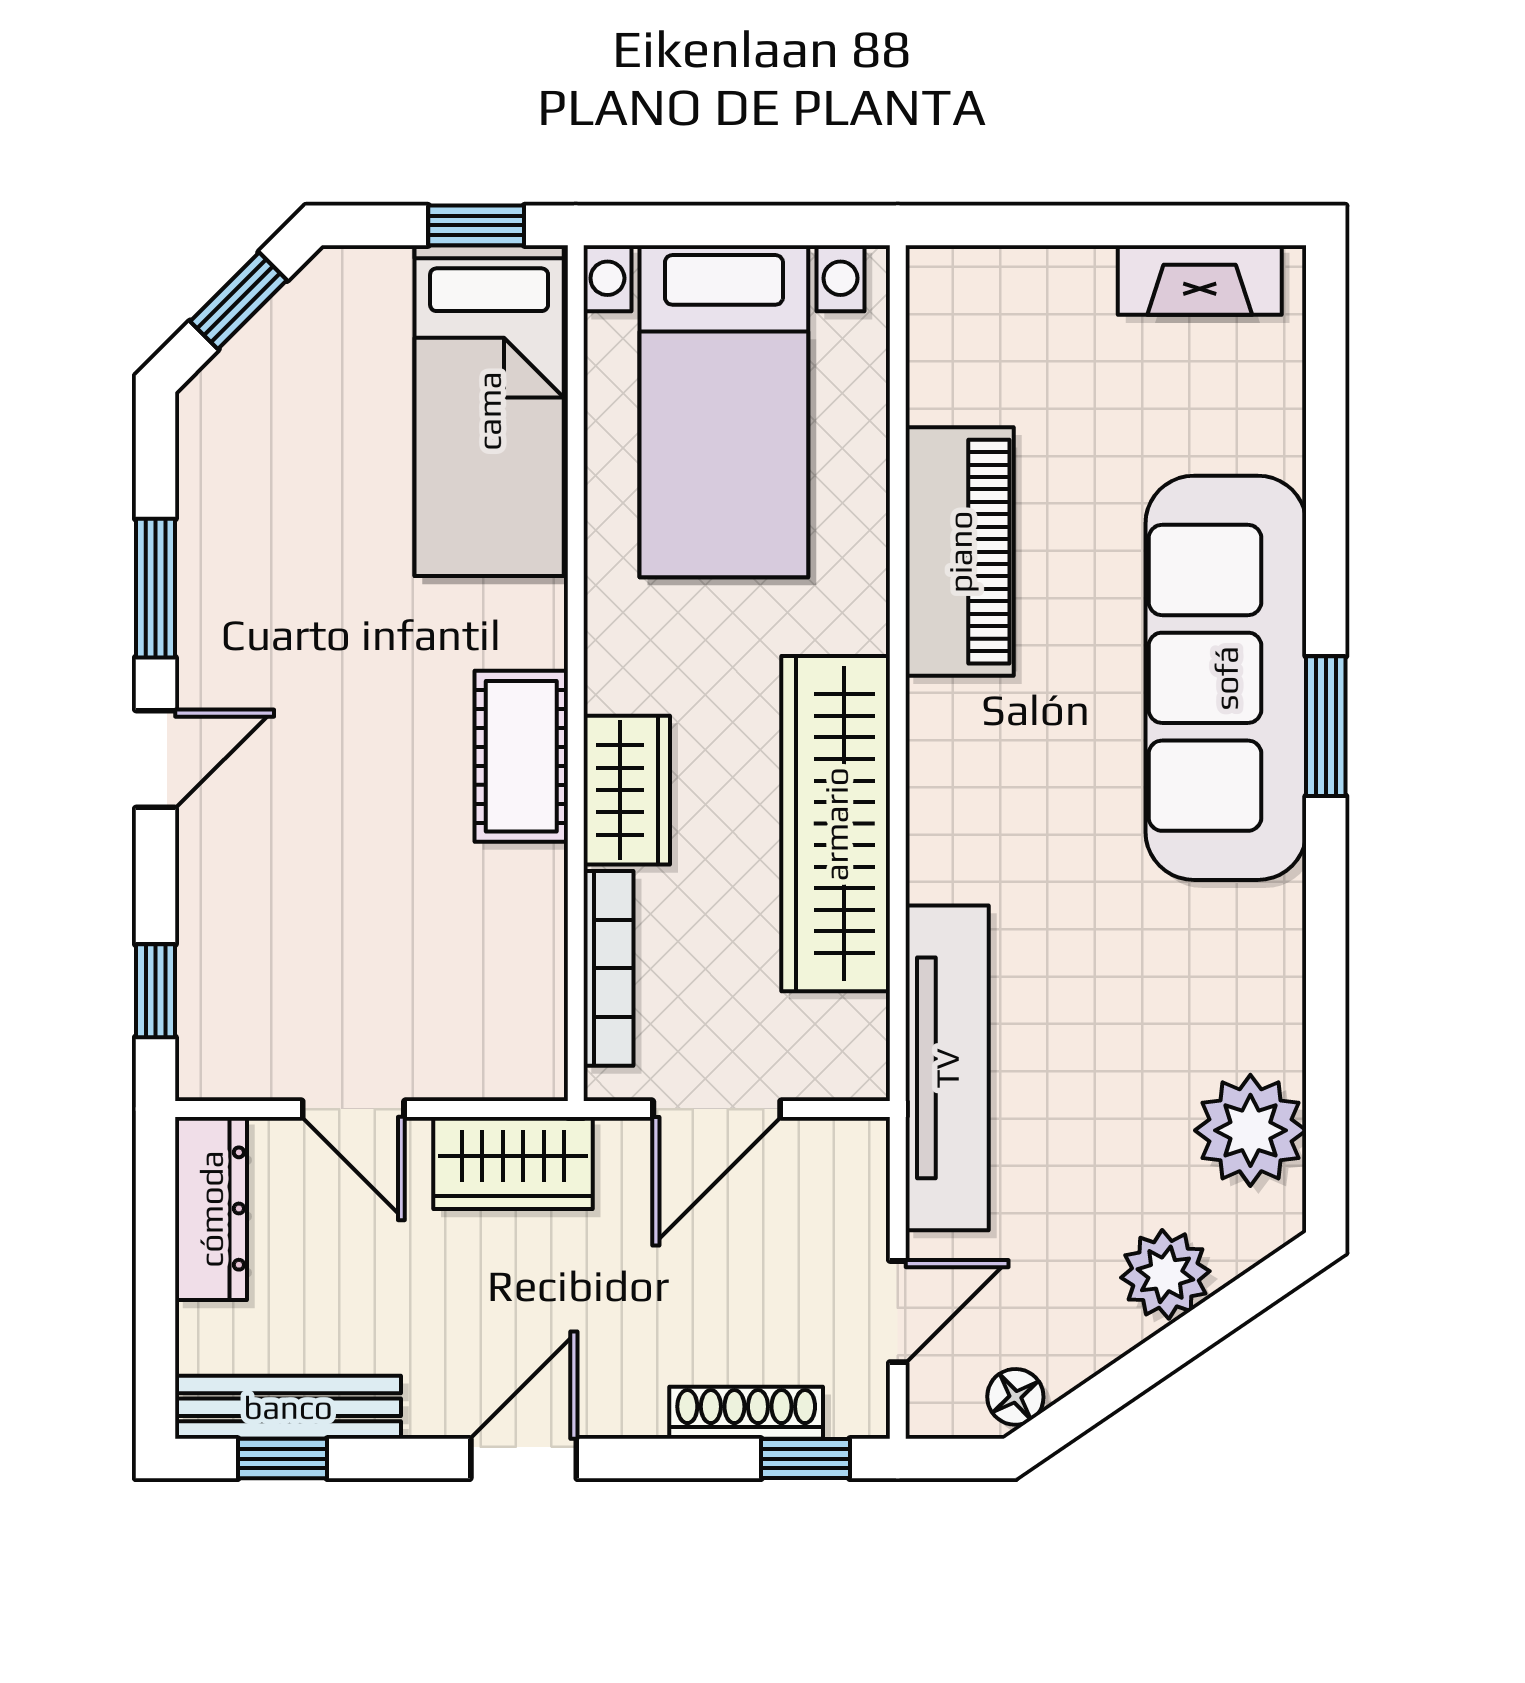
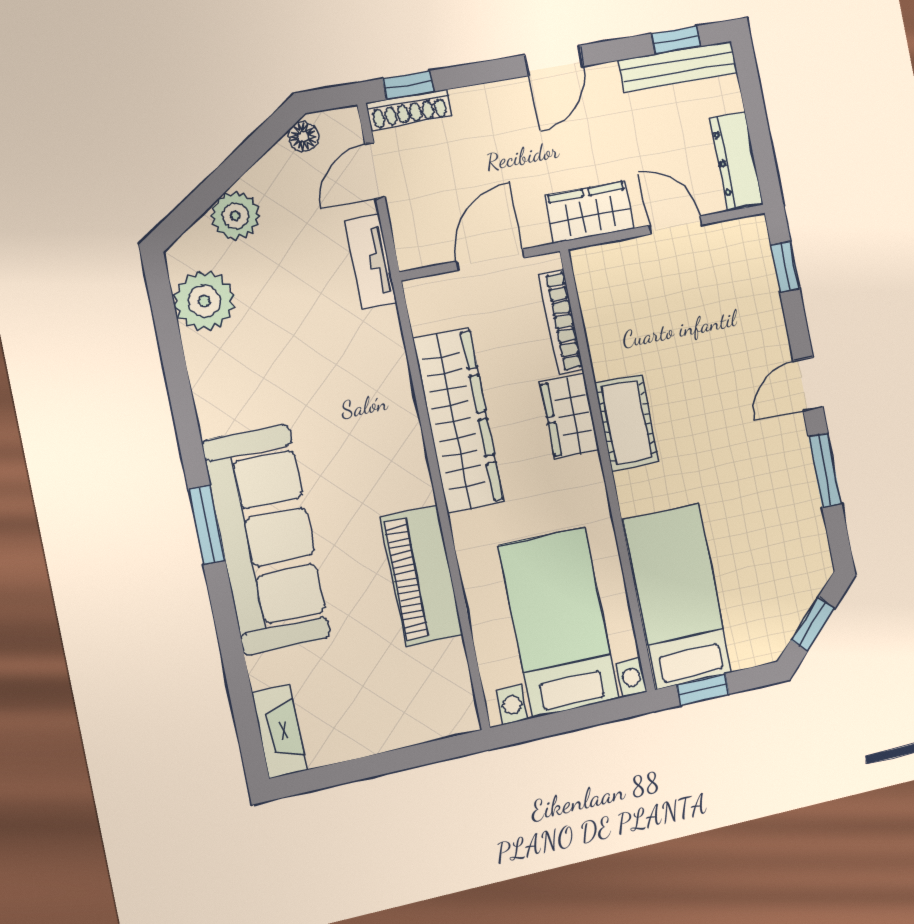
fireplace: (1200, 280) -> (279, 731), moved, turned 90
tv unit: (947, 1068) -> (371, 262), width x0.52, depth x0.78
shoe rack: (746, 1413) -> (409, 110), moved

